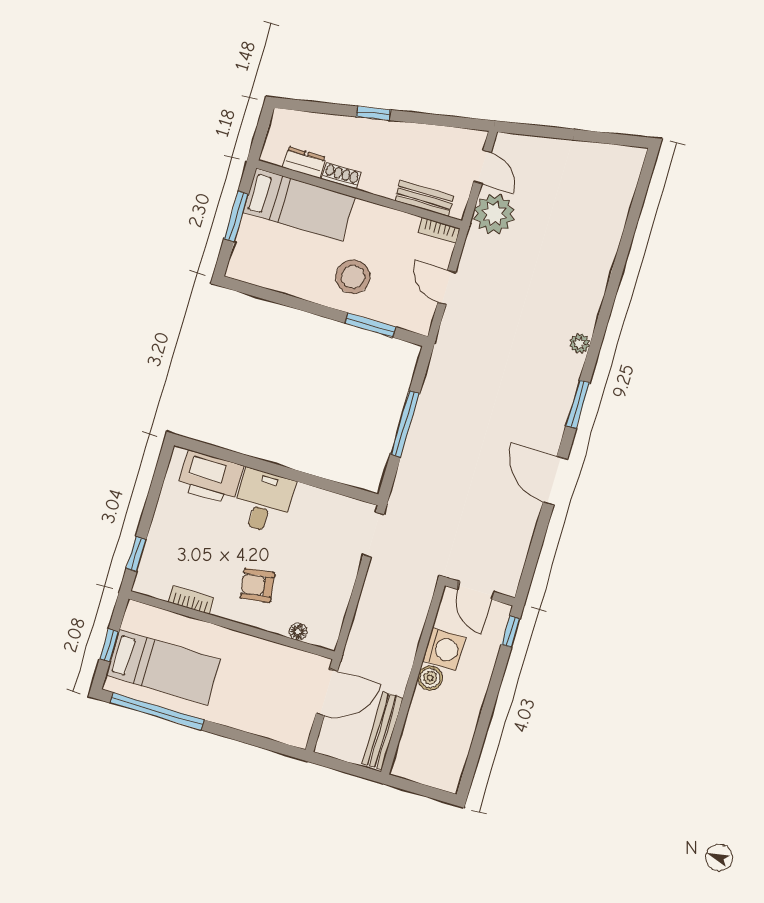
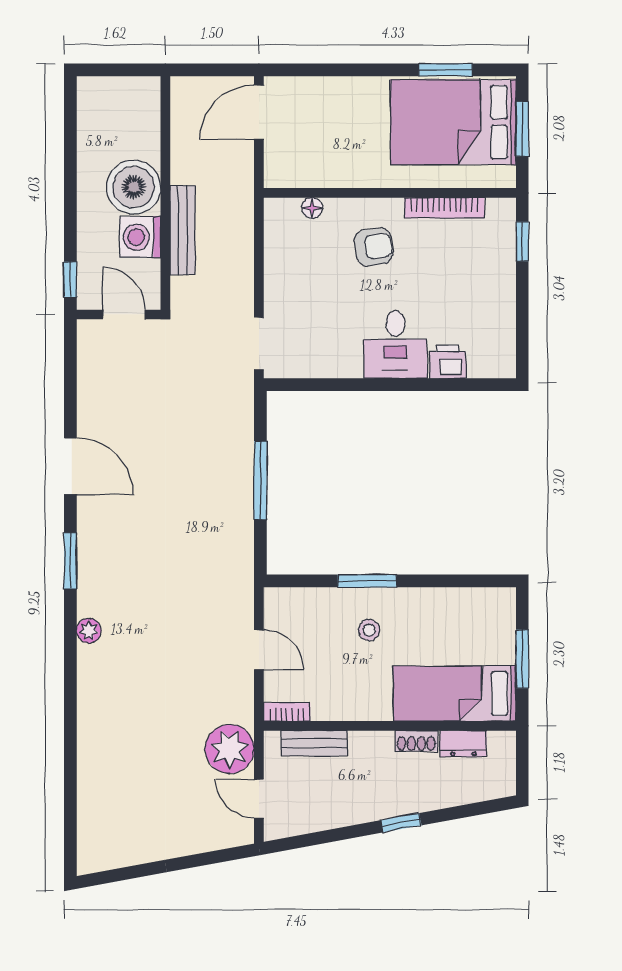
stool: (353, 277) -> (369, 630), width x0.53, depth x0.53
window: (370, 325) -> (367, 581), moved
printer: (210, 477) -> (448, 362), width x0.53, depth x0.68
bookcase: (191, 600) -> (444, 208), width x1.56
window: (109, 645) -> (522, 129), width x1.50
bed: (163, 667) -> (453, 122), width x1.50
boiler: (430, 678) -> (134, 187), width x1.86, depth x1.86
door: (327, 692) -> (259, 112), moved
window: (157, 711) -> (446, 70), width x0.47
bench: (383, 731) -> (183, 230), moved

